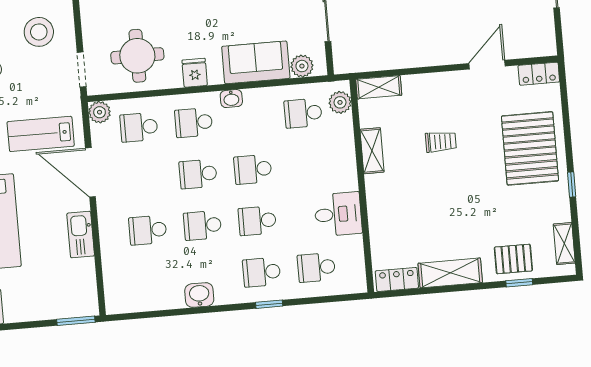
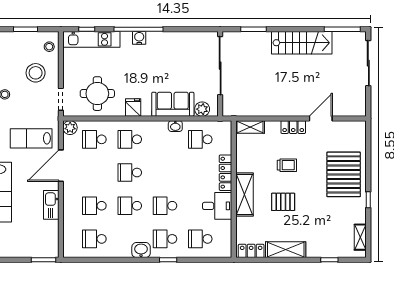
locker: (539, 74) -> (293, 127), moved
washbasin: (231, 99) -> (175, 126), moved
plant: (340, 102) -> (224, 134), removed
shelving: (372, 151) -> (244, 195), moved, width x1.50, depth x1.33
locker: (347, 161) -> (226, 173), added
school desk: (253, 169) -> (94, 239), moved
door: (90, 172) -> (61, 166), hinge flipped
pallet: (513, 259) -> (283, 202), moved
washbasin: (199, 295) -> (141, 250), moved

